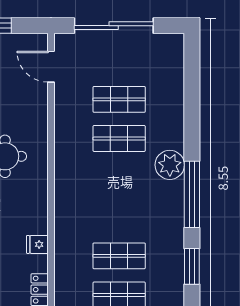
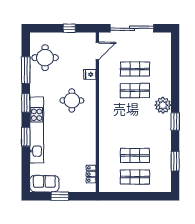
door: (51, 67) -> (97, 51), swing flipped
window: (192, 194) -> (175, 121), width x0.47
fridge: (37, 244) -> (90, 74), moved

